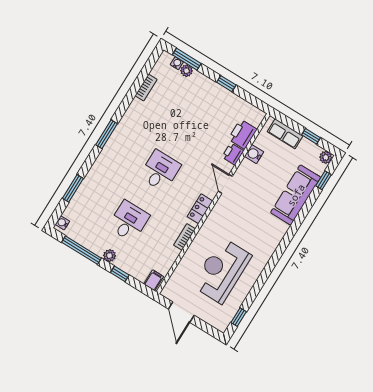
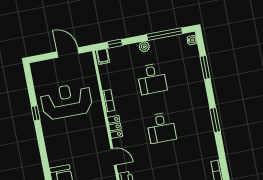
reception desk: (222, 271) -> (67, 101), turned -90
window: (120, 274) -> (115, 44), moved
window: (239, 317) -> (36, 113), moved

